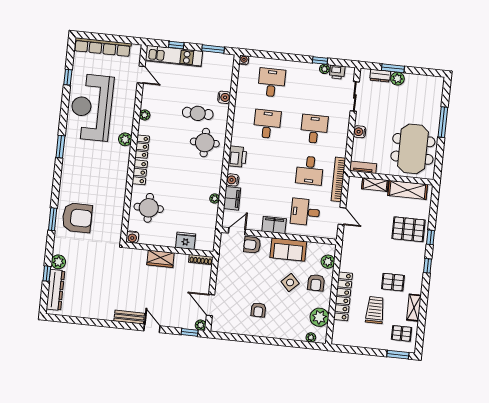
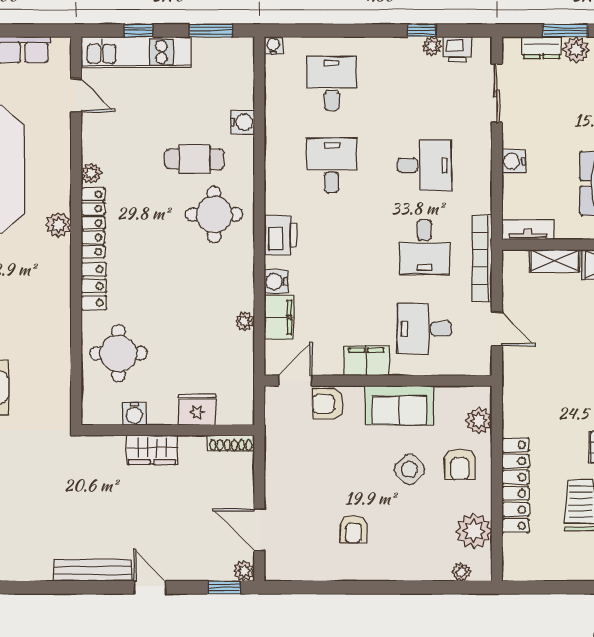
desk: (314, 129) -> (424, 165), turned 90
locker: (142, 147) -> (93, 223), width x1.53
water cooler: (132, 237) -> (134, 414), moved
bench: (129, 317) -> (93, 570), width x1.36

